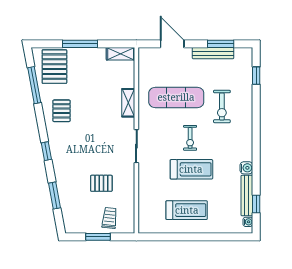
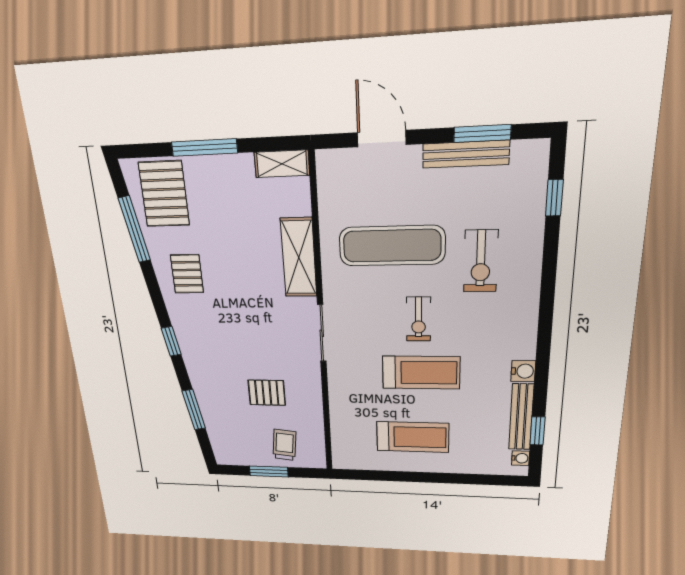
shelving: (128, 103) -> (299, 258), width x1.50, depth x1.33

